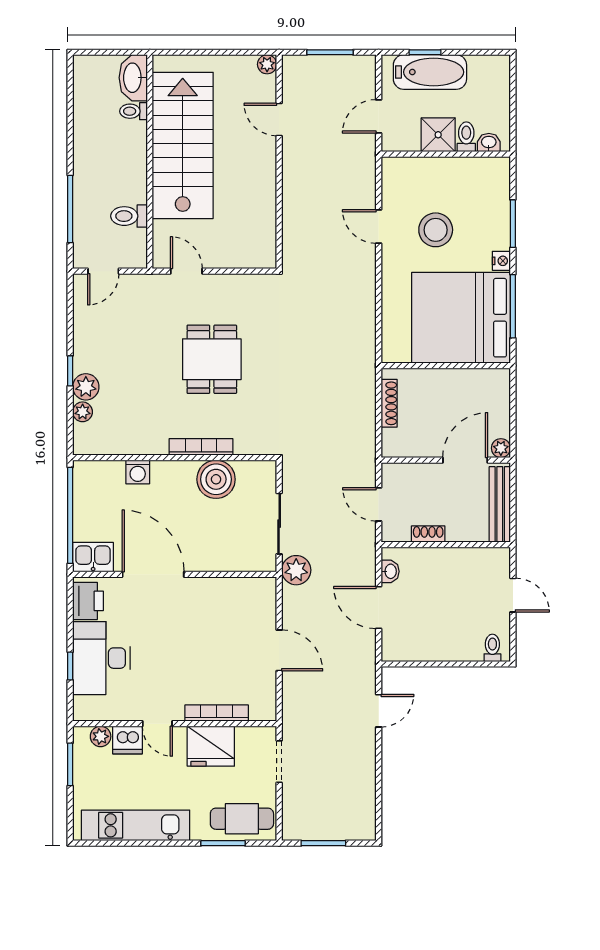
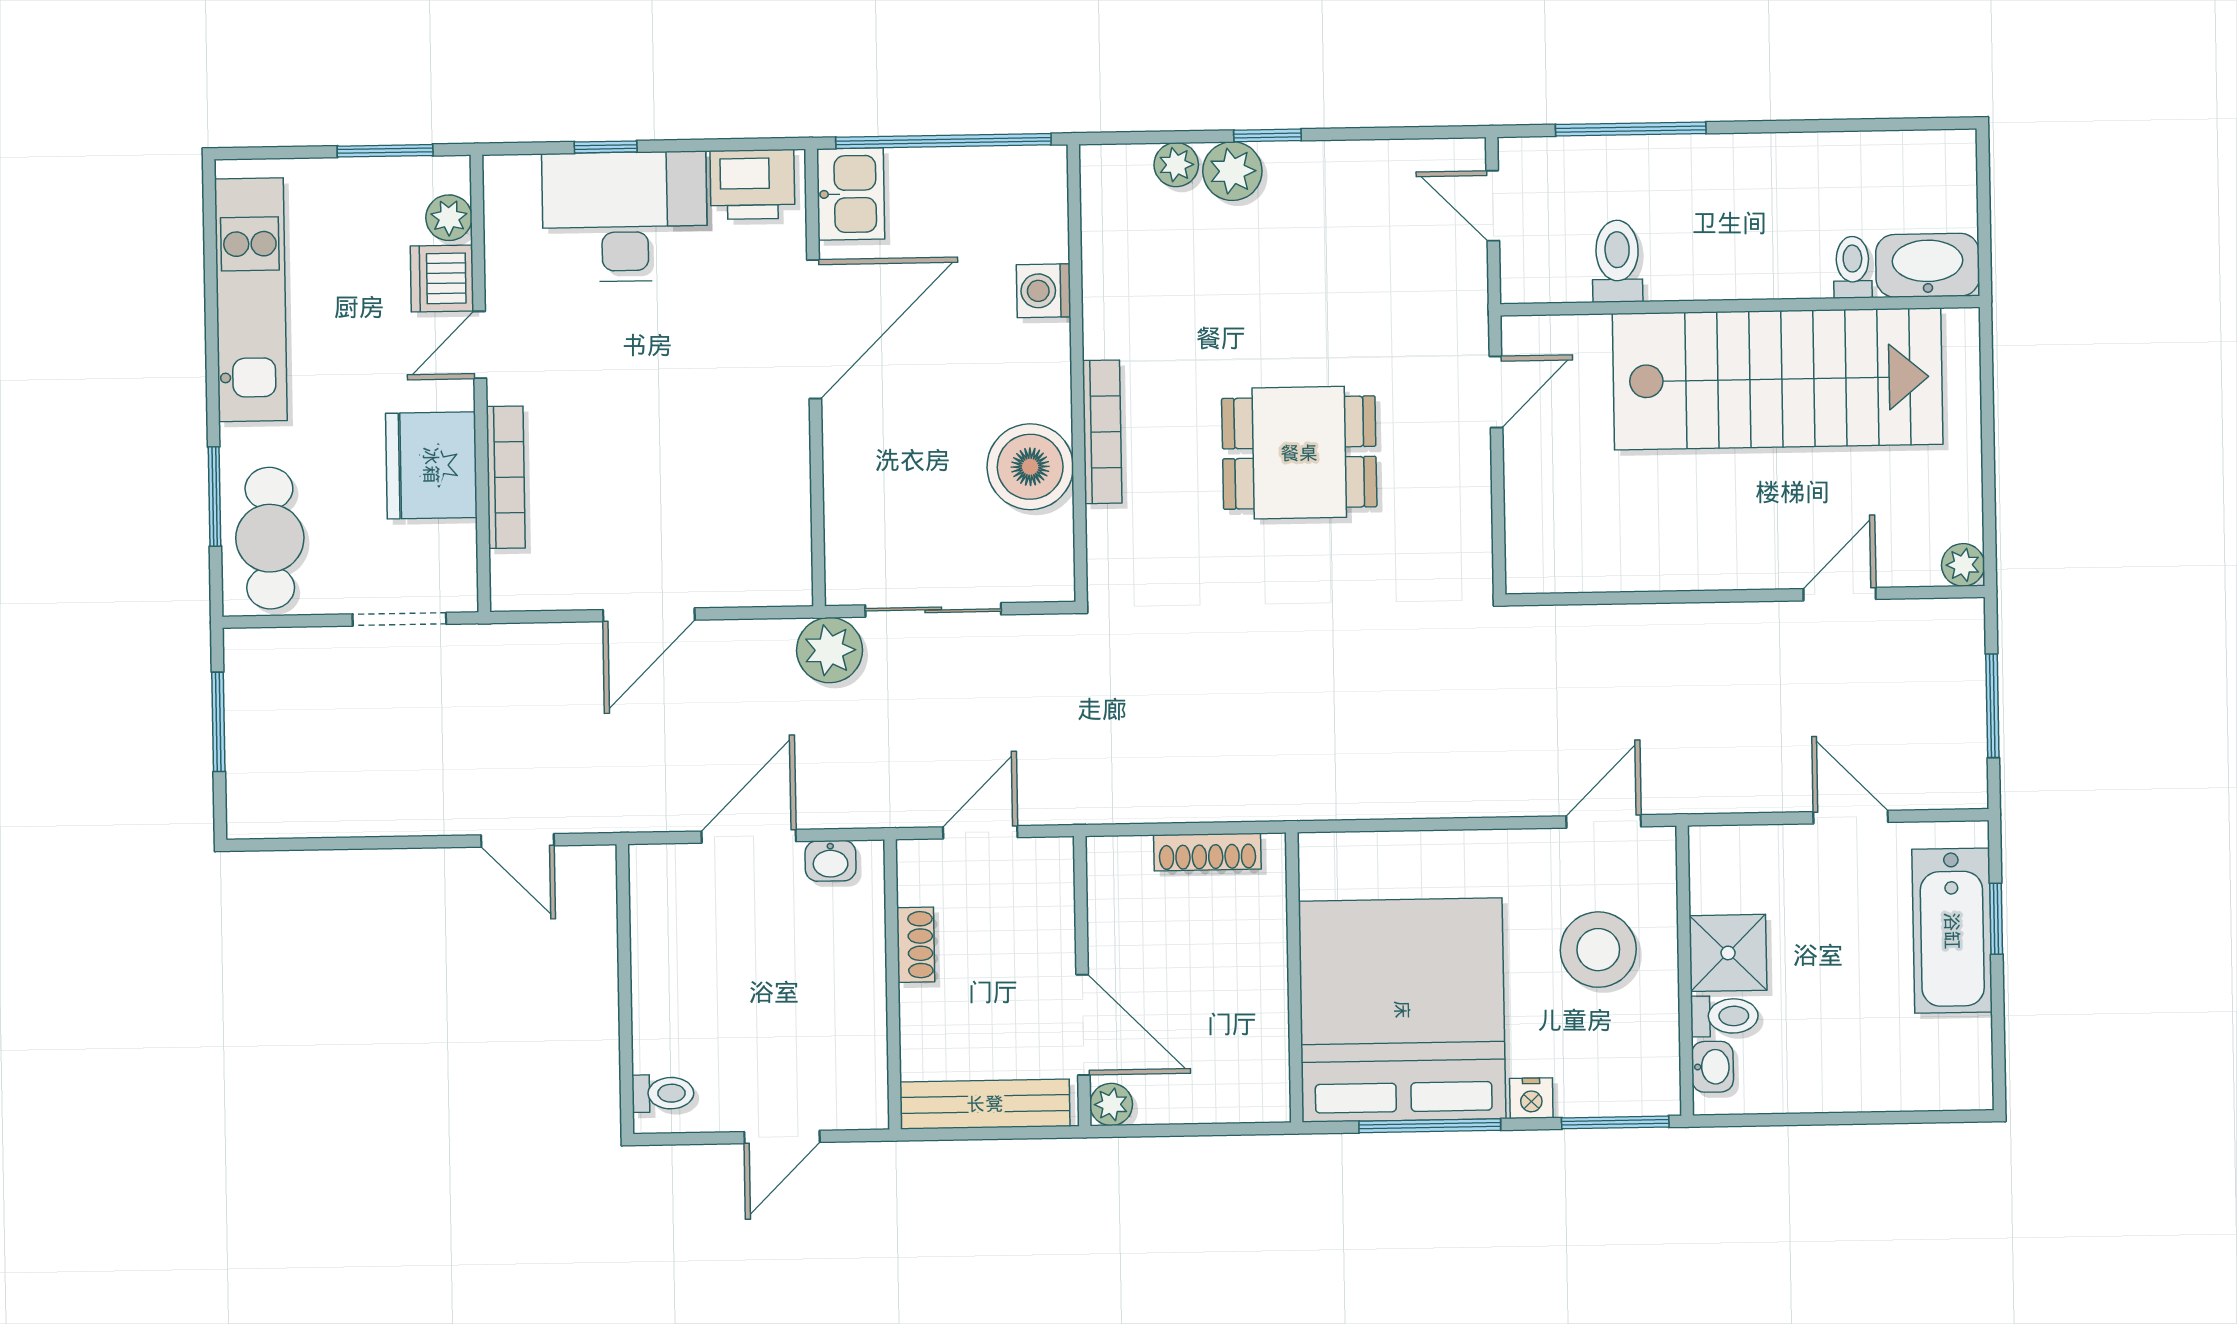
shower: (438, 135) -> (1728, 953), moved
toilet: (466, 137) -> (1724, 1016), moved
washbasin: (489, 143) -> (1712, 1067), moved
wall: (446, 154) -> (1685, 971), moved

